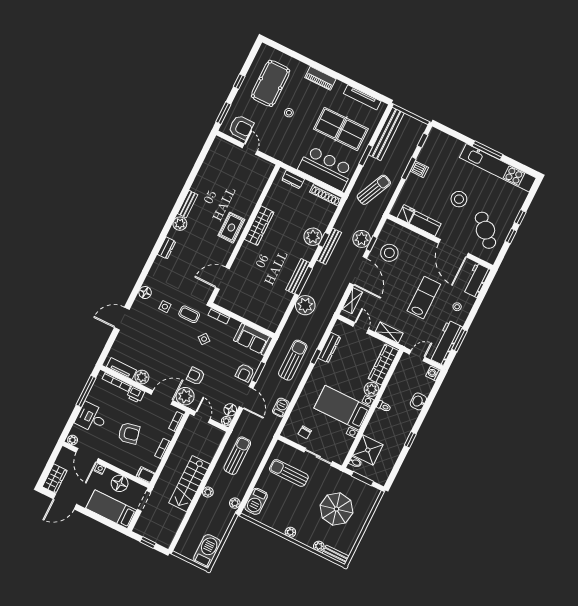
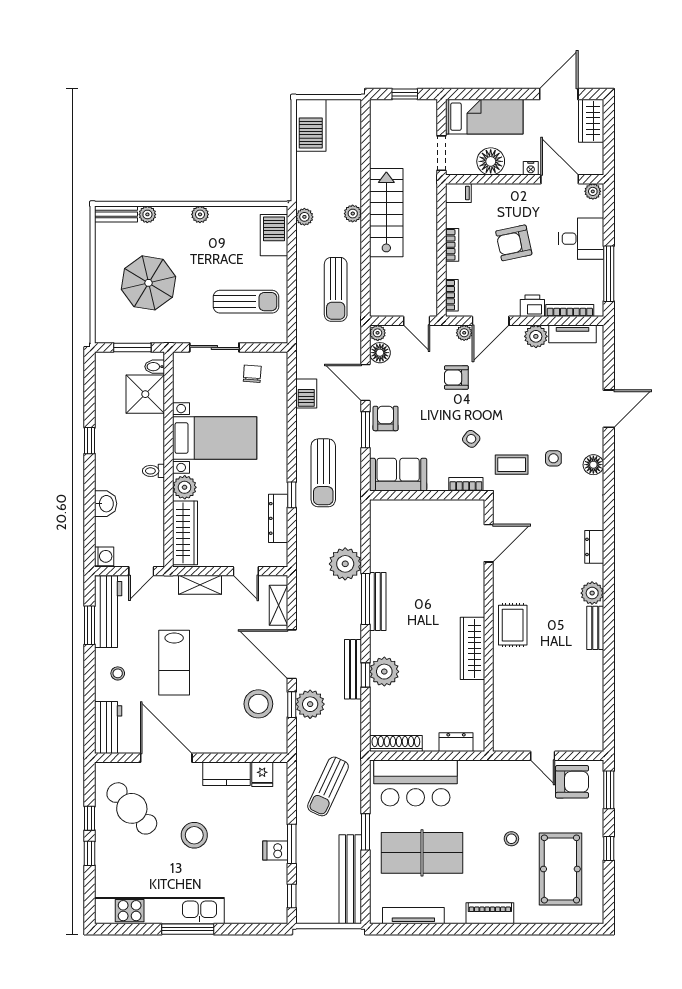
armchair: (241, 127) -> (572, 782), turned 180
armchair: (196, 376) -> (456, 378), turned 180
plant: (185, 396) -> (464, 333), width x0.53, depth x0.53

